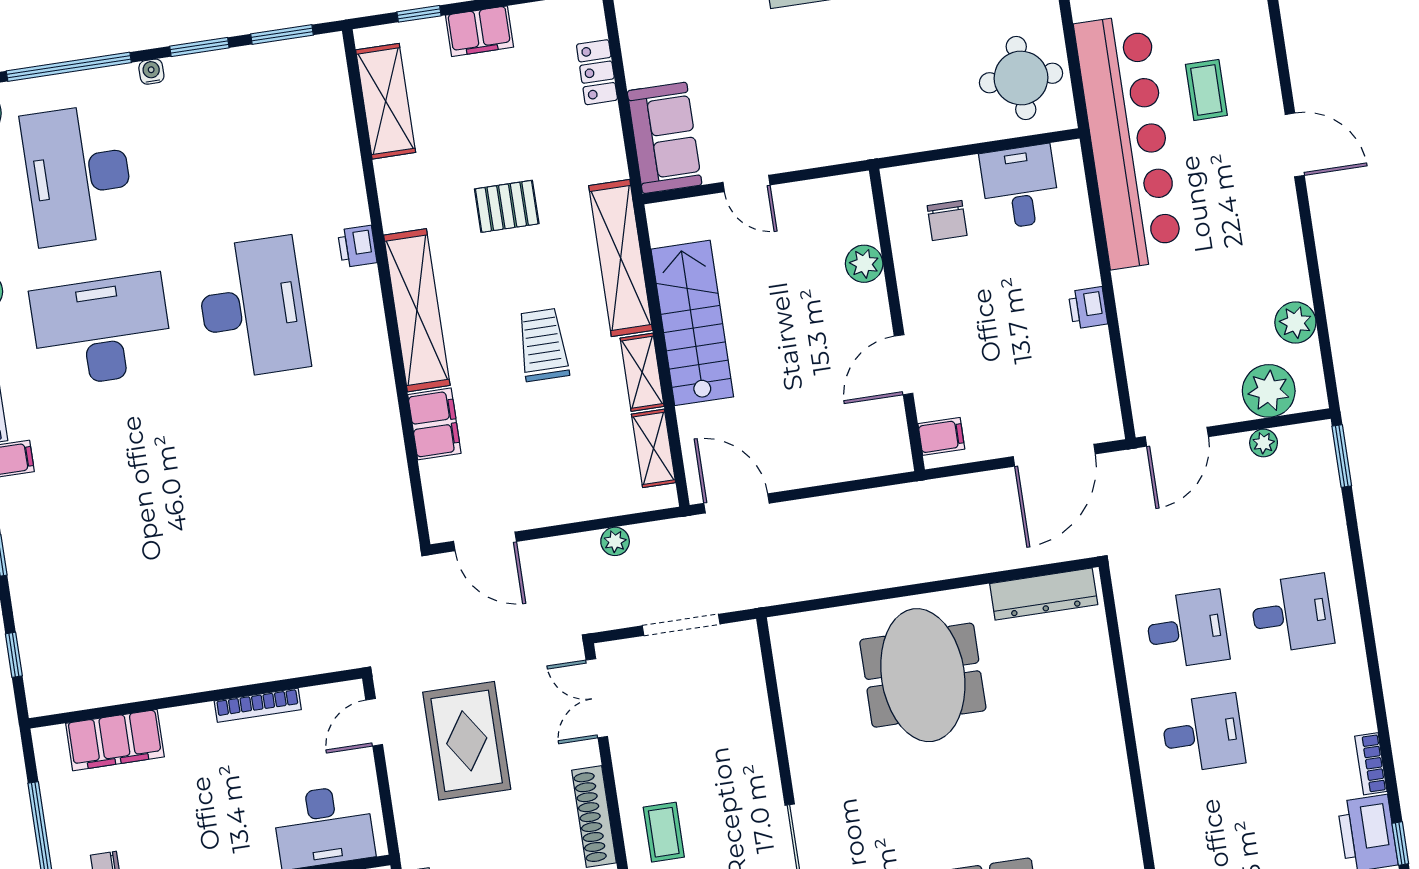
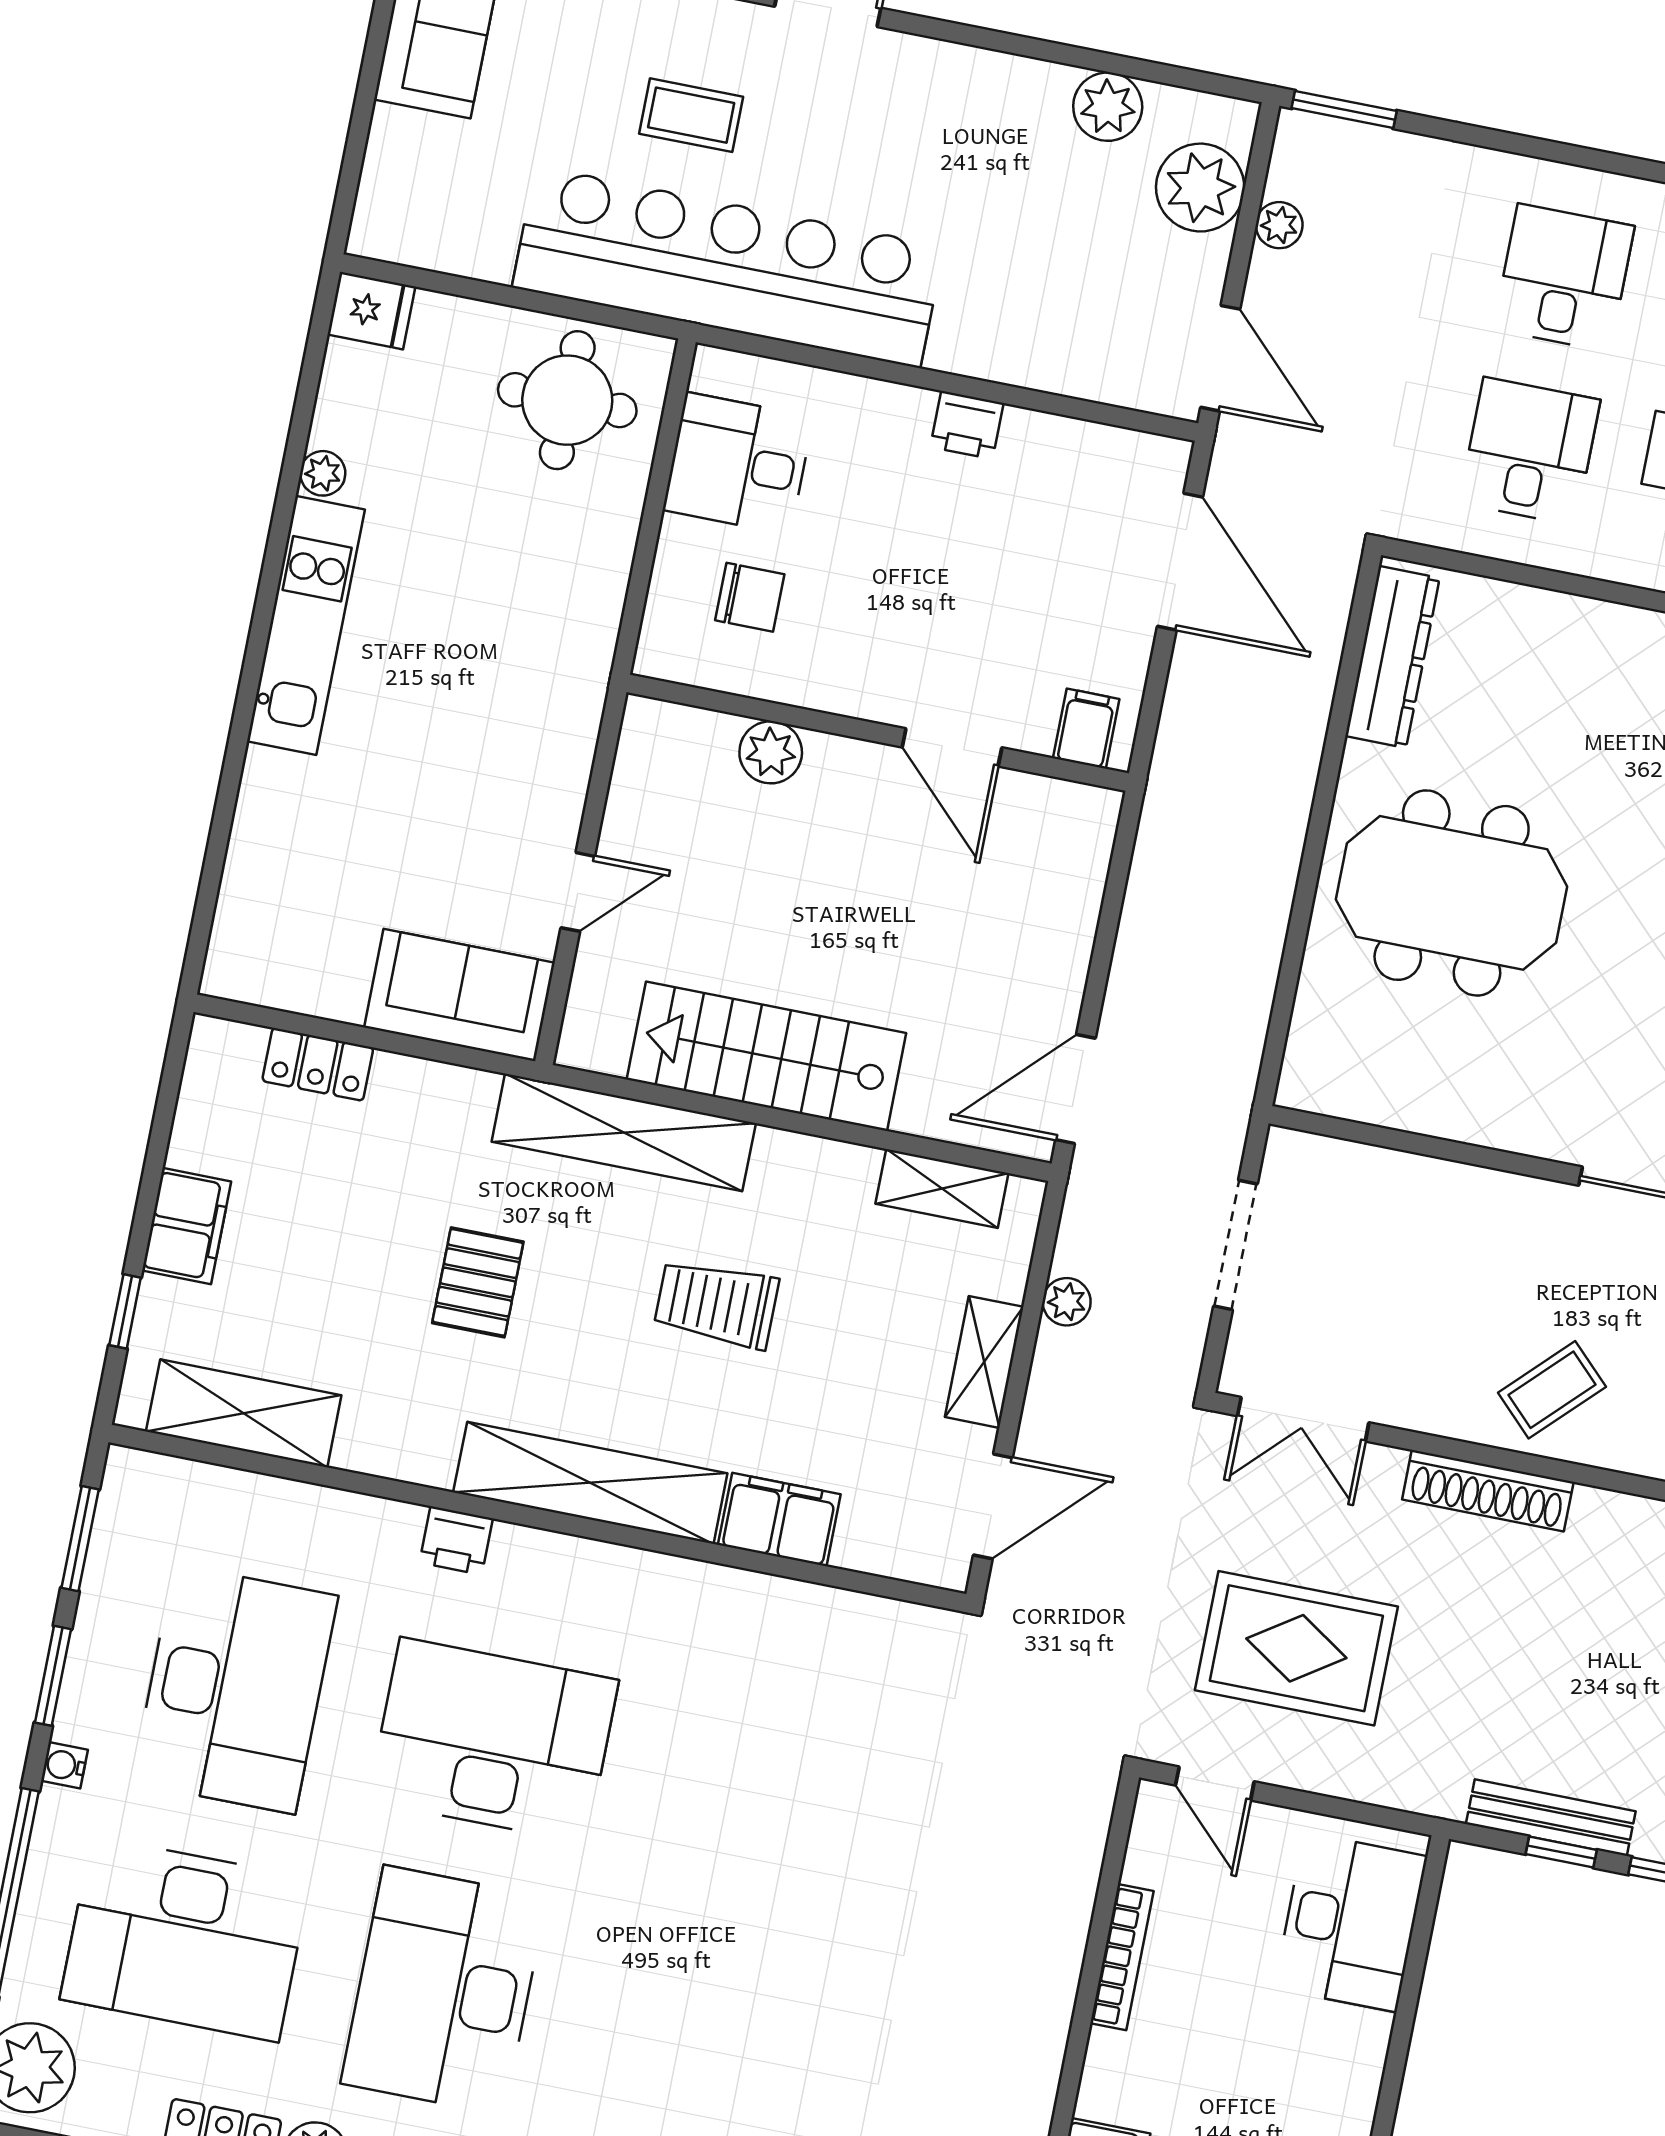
desk: (229, 152) -> (235, 1689), added
shelving: (642, 372) -> (984, 1362), moved, turned 90
coffee table: (664, 832) -> (1552, 1390), turned -45

